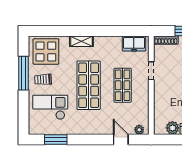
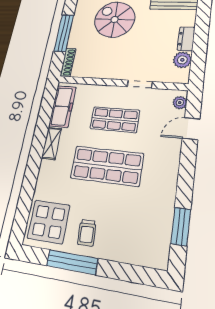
shelving: (81, 41) -> (52, 143), moved
freezer: (134, 44) -> (63, 106), width x1.40
doorway: (151, 71) -> (140, 84), moved
checkout: (50, 107) -> (130, 228), removed

